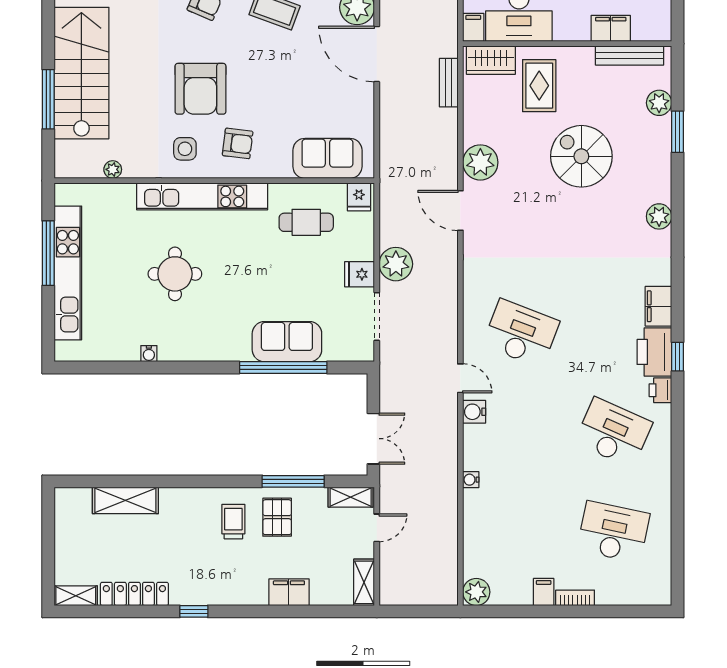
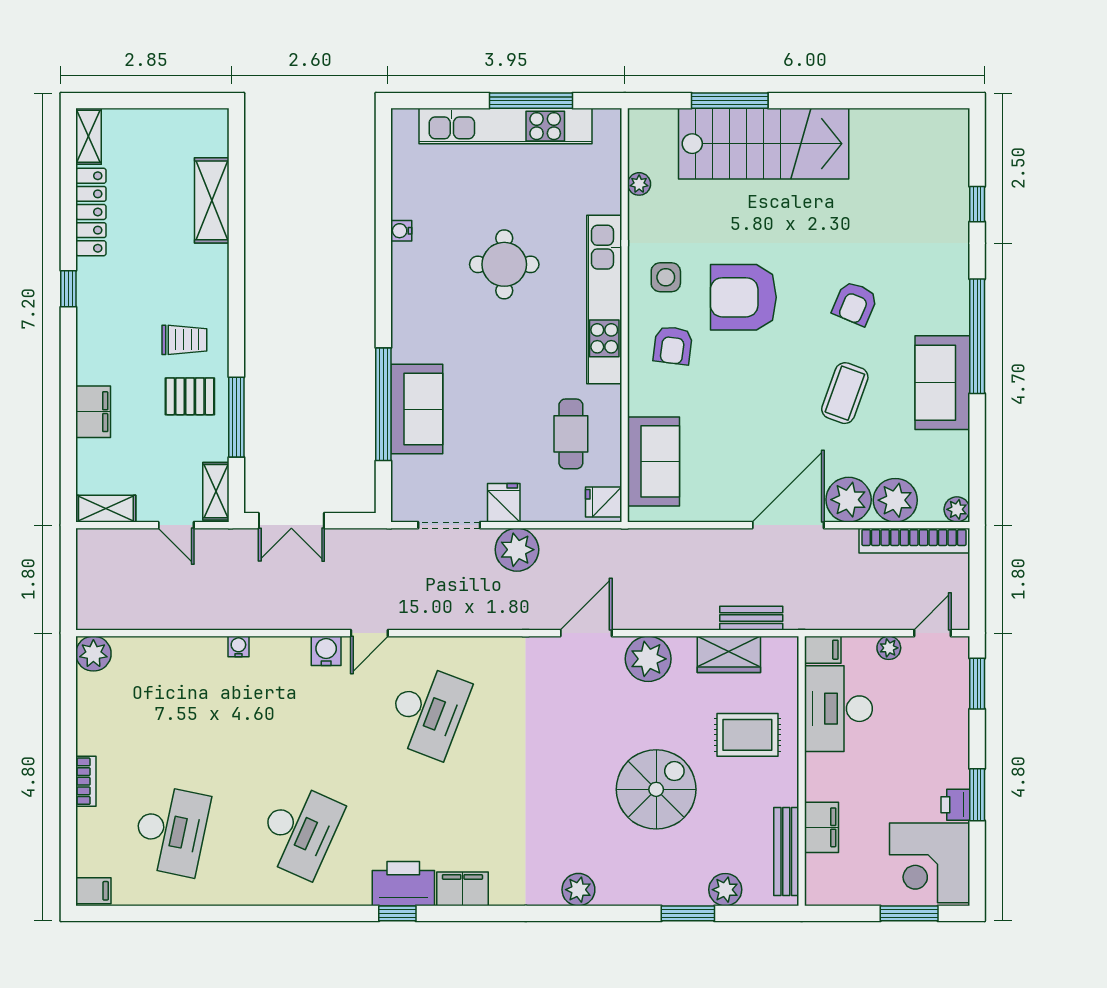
wardrobe: (491, 60) -> (729, 654), moved, turned -90
printer: (660, 390) -> (354, 891), removed
filing cabinet: (544, 592) -> (93, 891), moved

